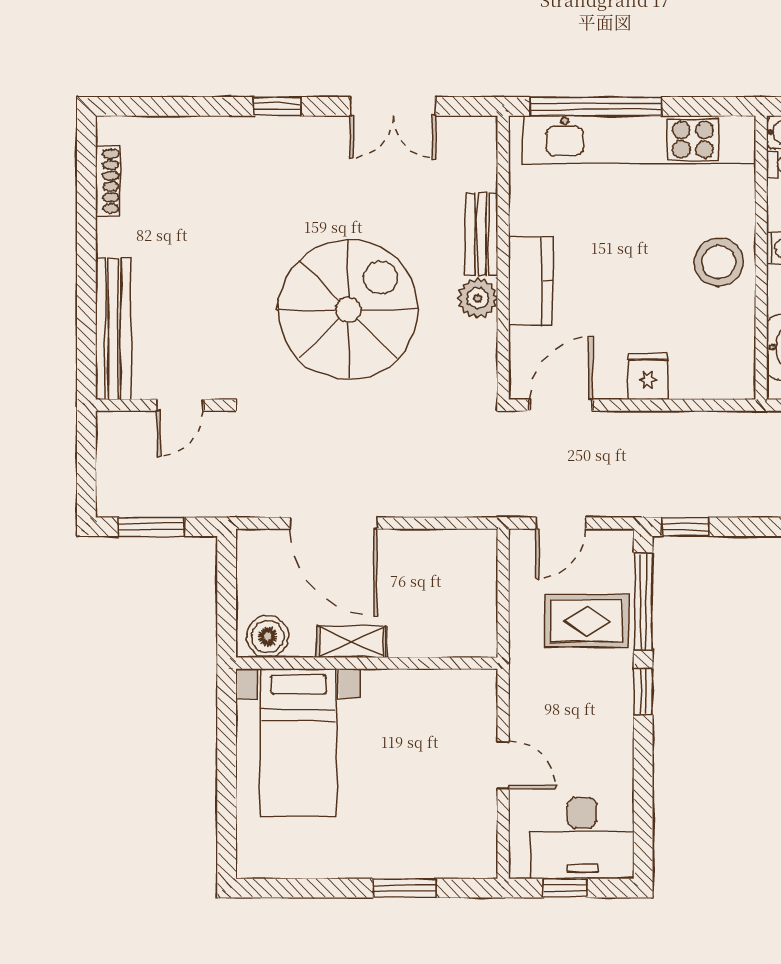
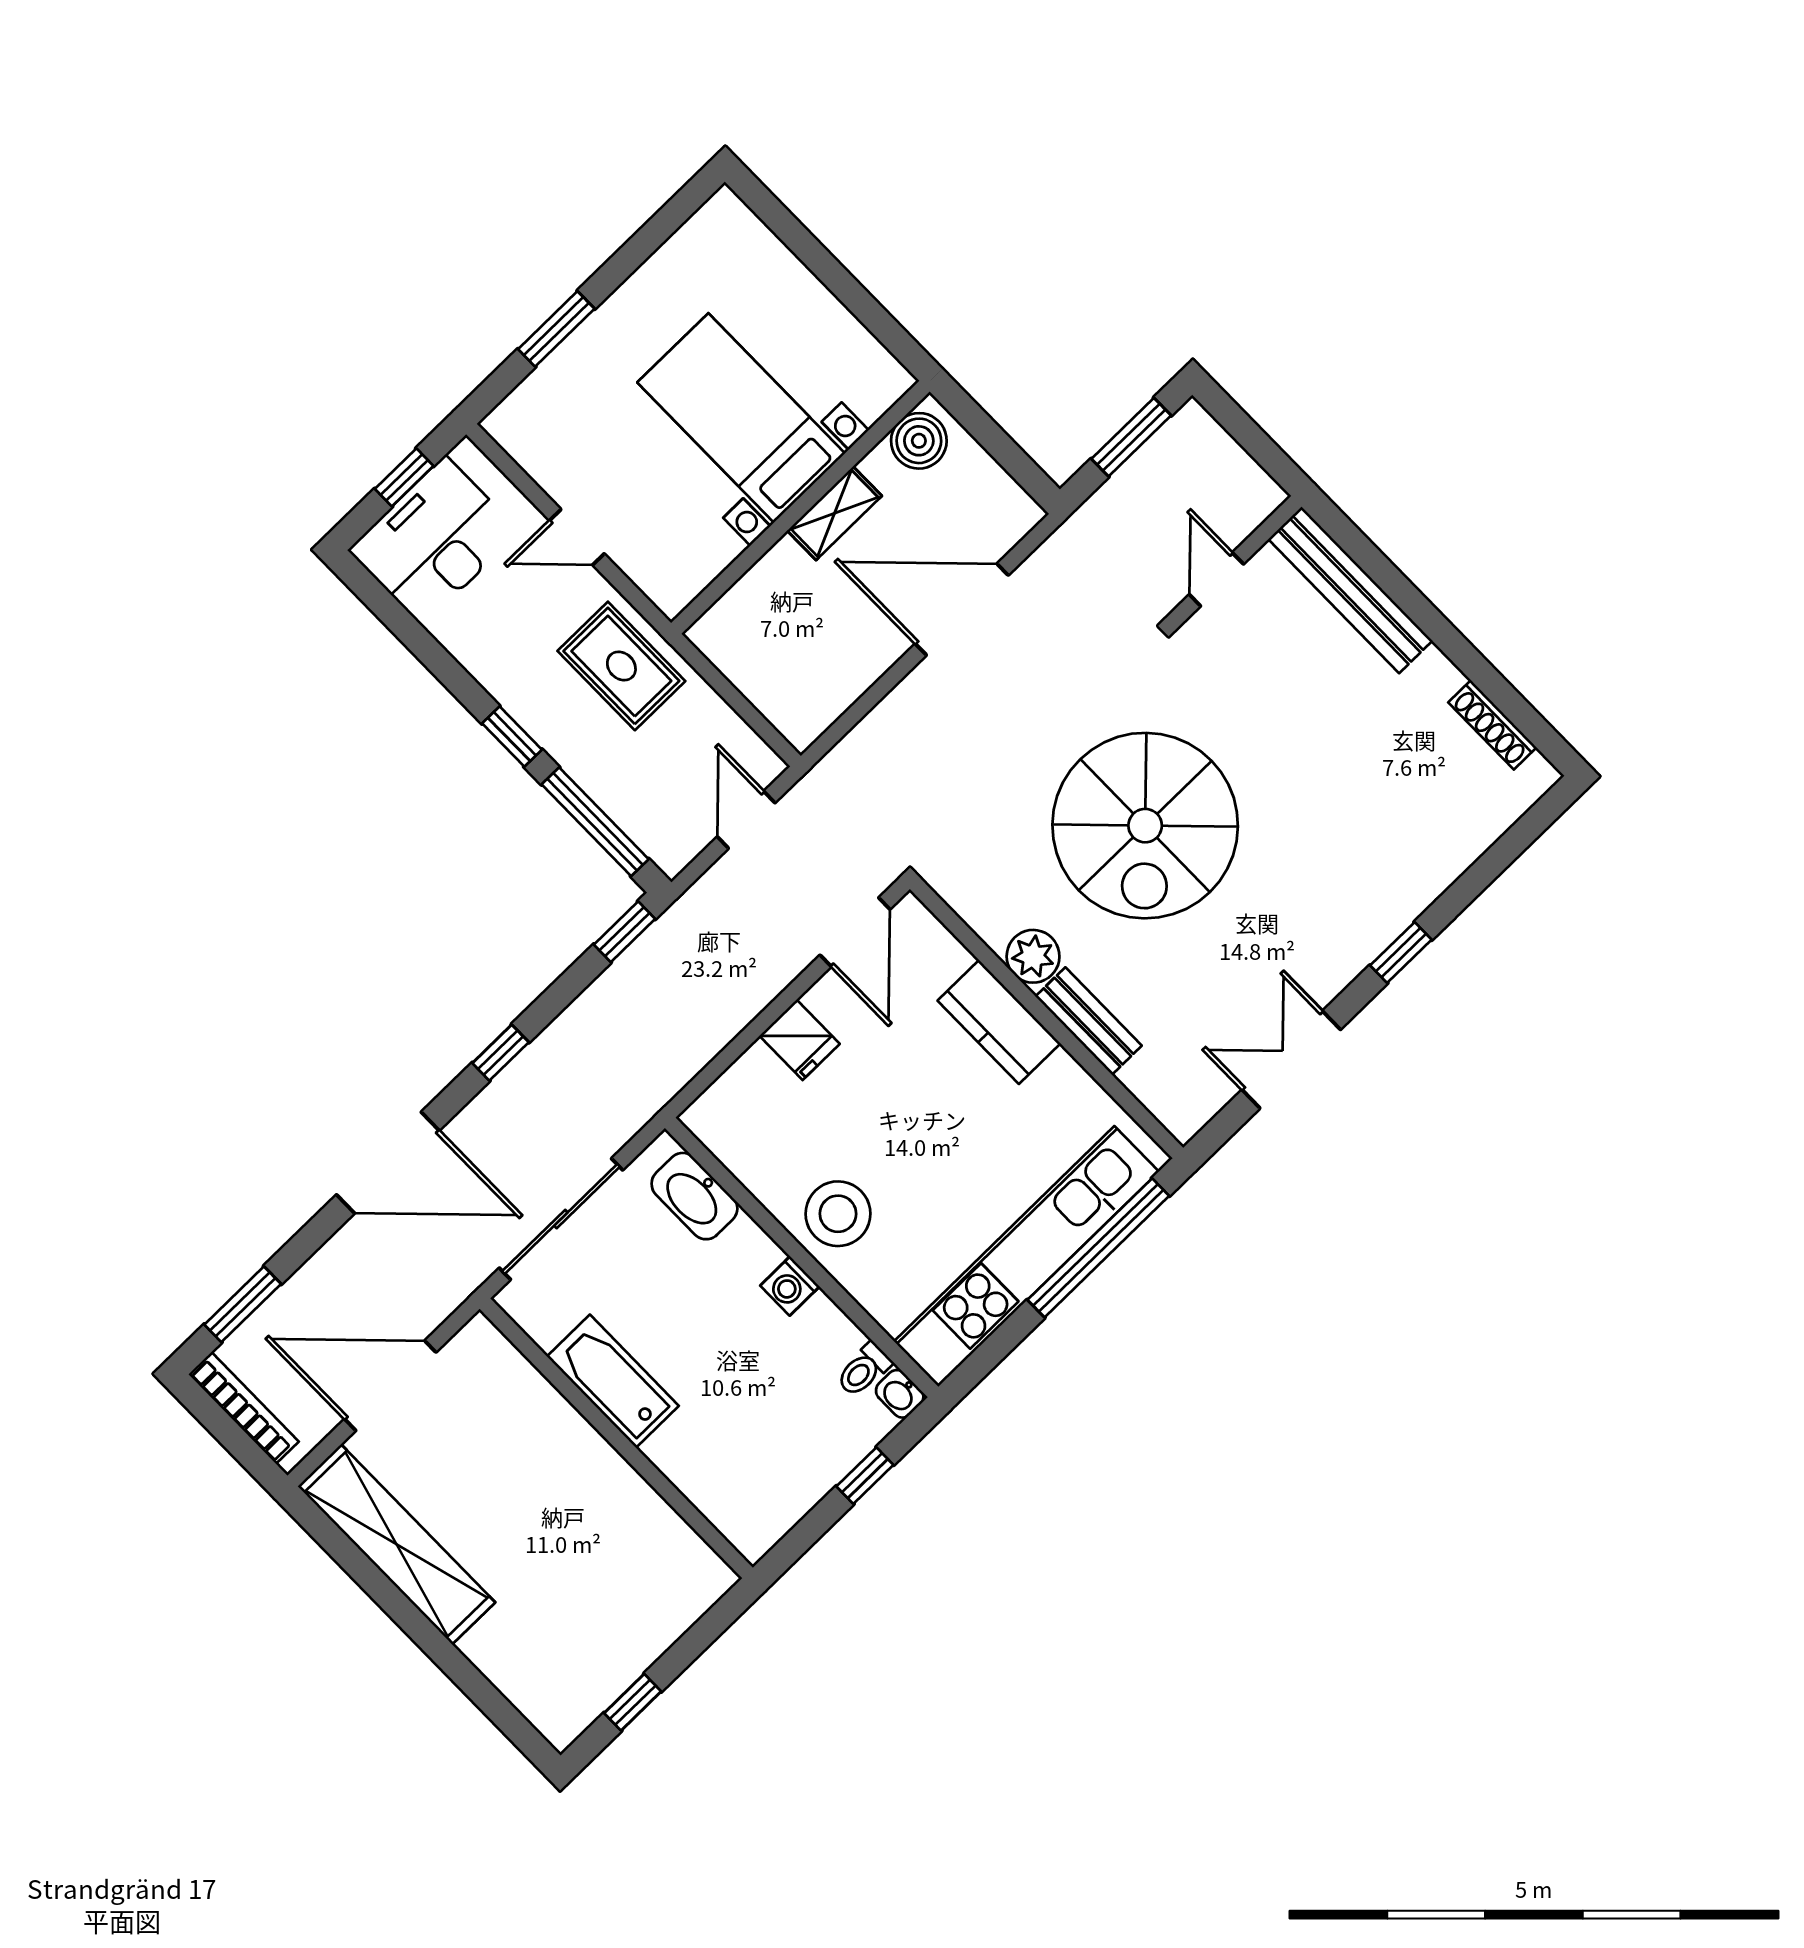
rug: (587, 621) -> (621, 666), moved, turned 90
bed with nightstands: (298, 743) -> (741, 418), moved

